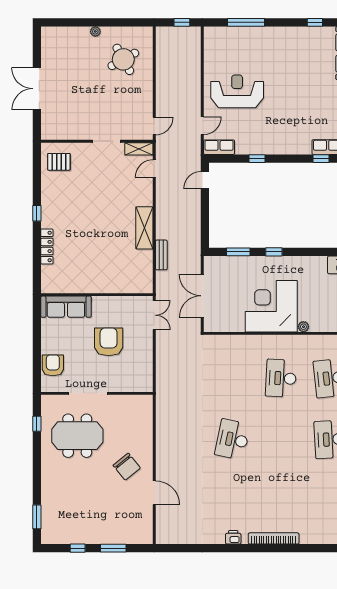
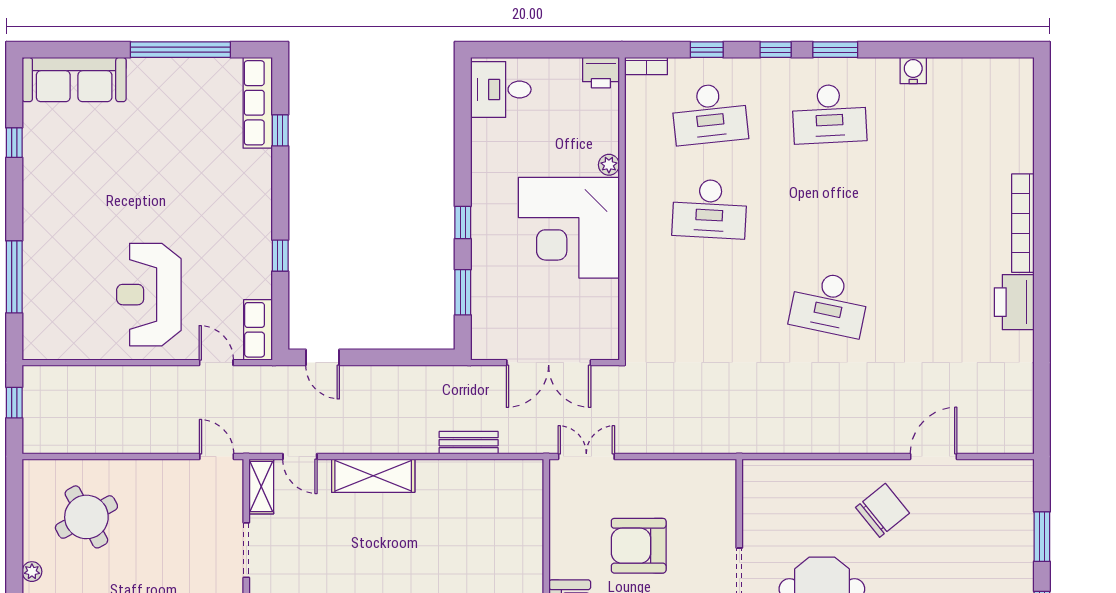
shelving: (144, 228) -> (373, 476), moved
printer: (233, 537) -> (1014, 302), width x1.87, depth x1.48

